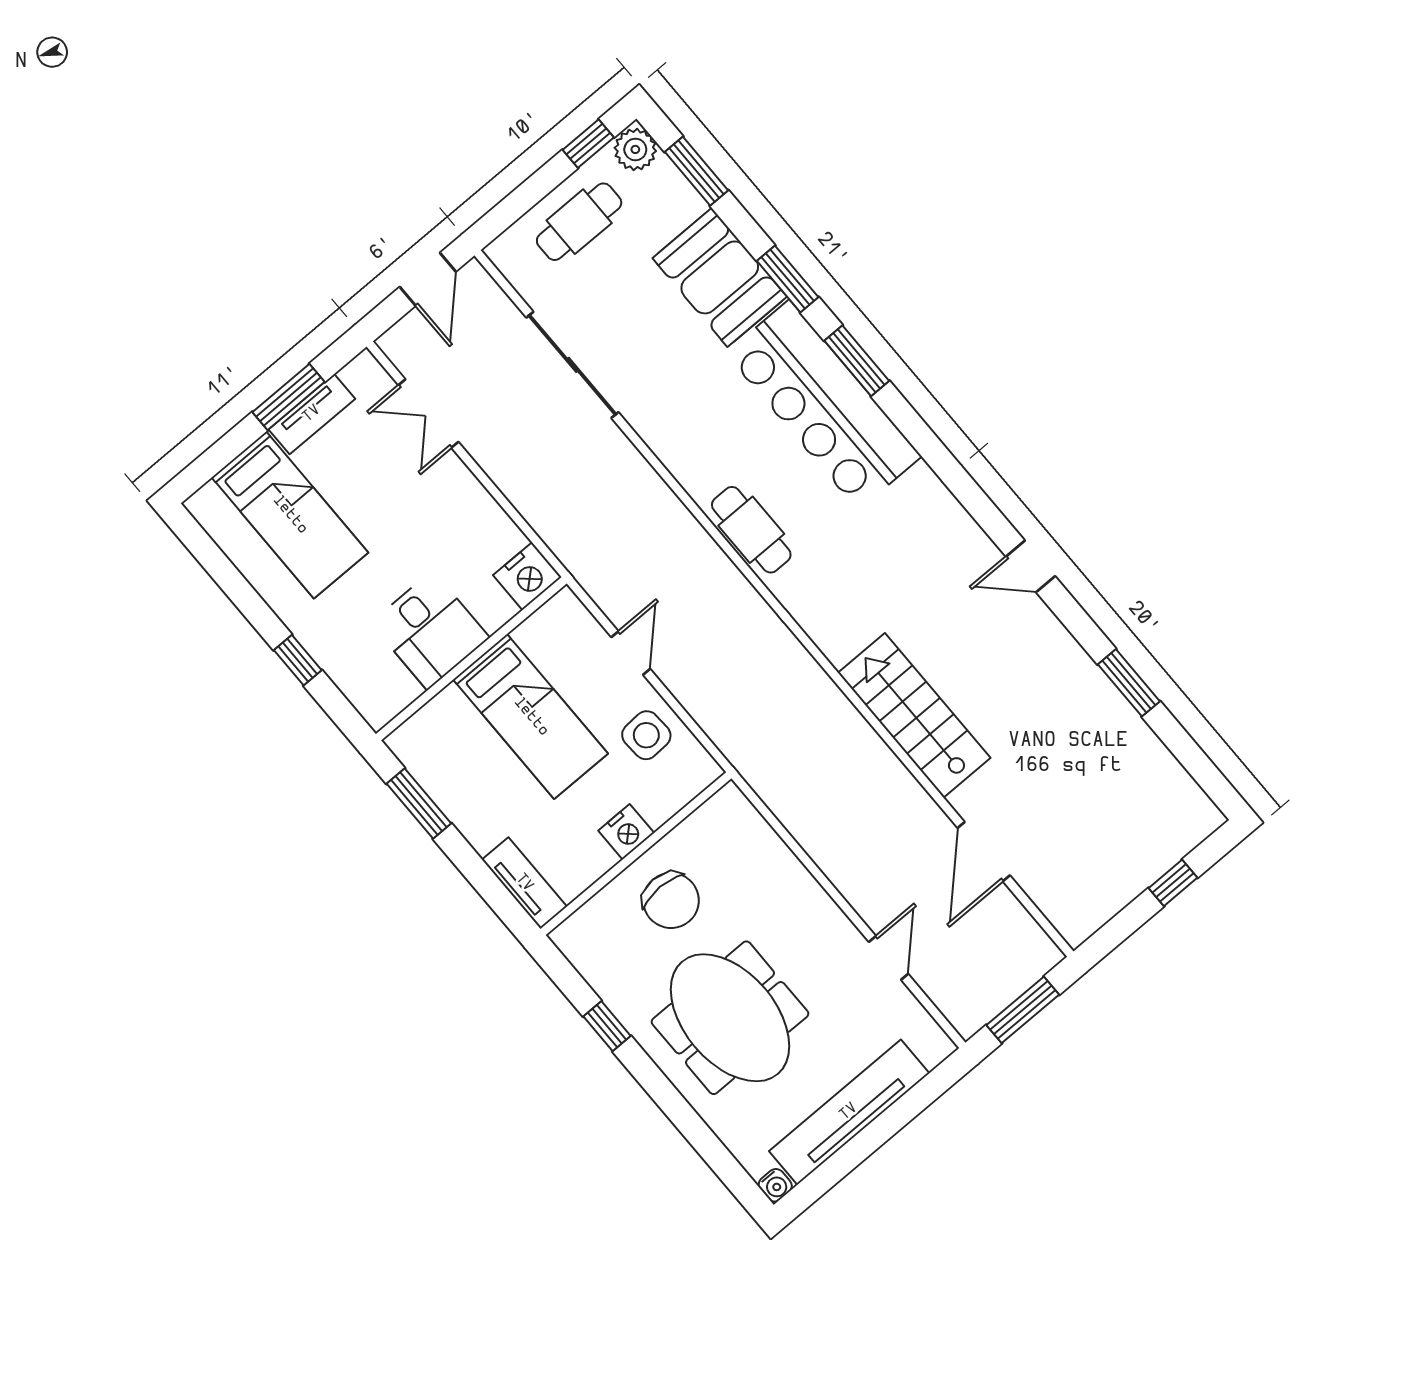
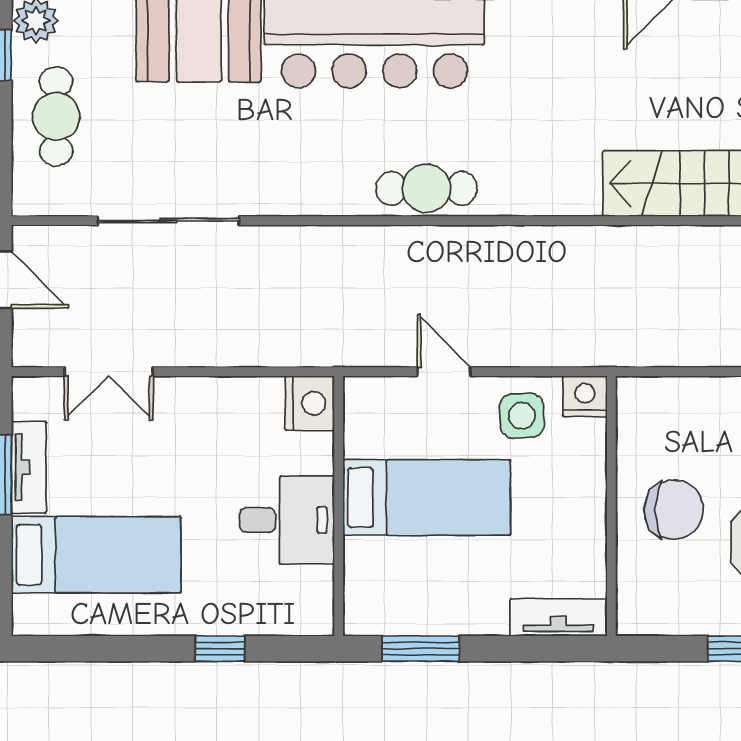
nightstand: (626, 832) -> (585, 396), moved, turned -90

